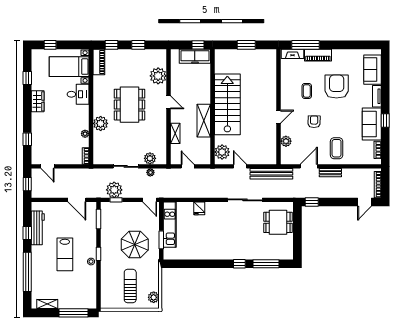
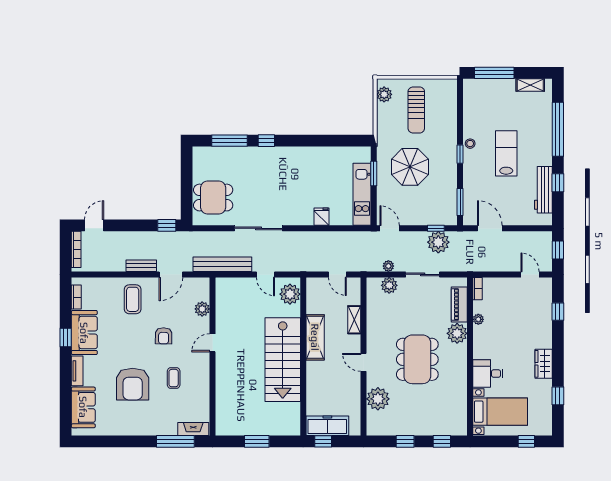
piano: (318, 55) -> (158, 427), removed
piano: (99, 62) -> (459, 304), moved

